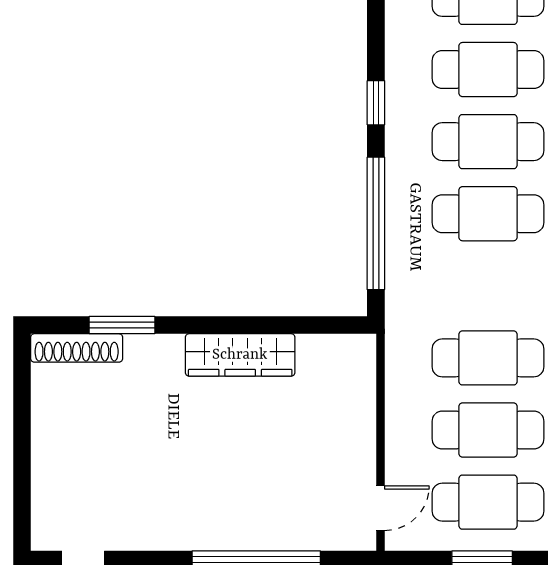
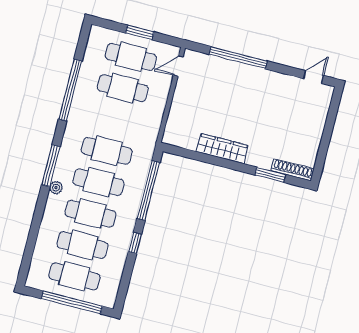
cafe table: (488, 358) -> (107, 151), moved

